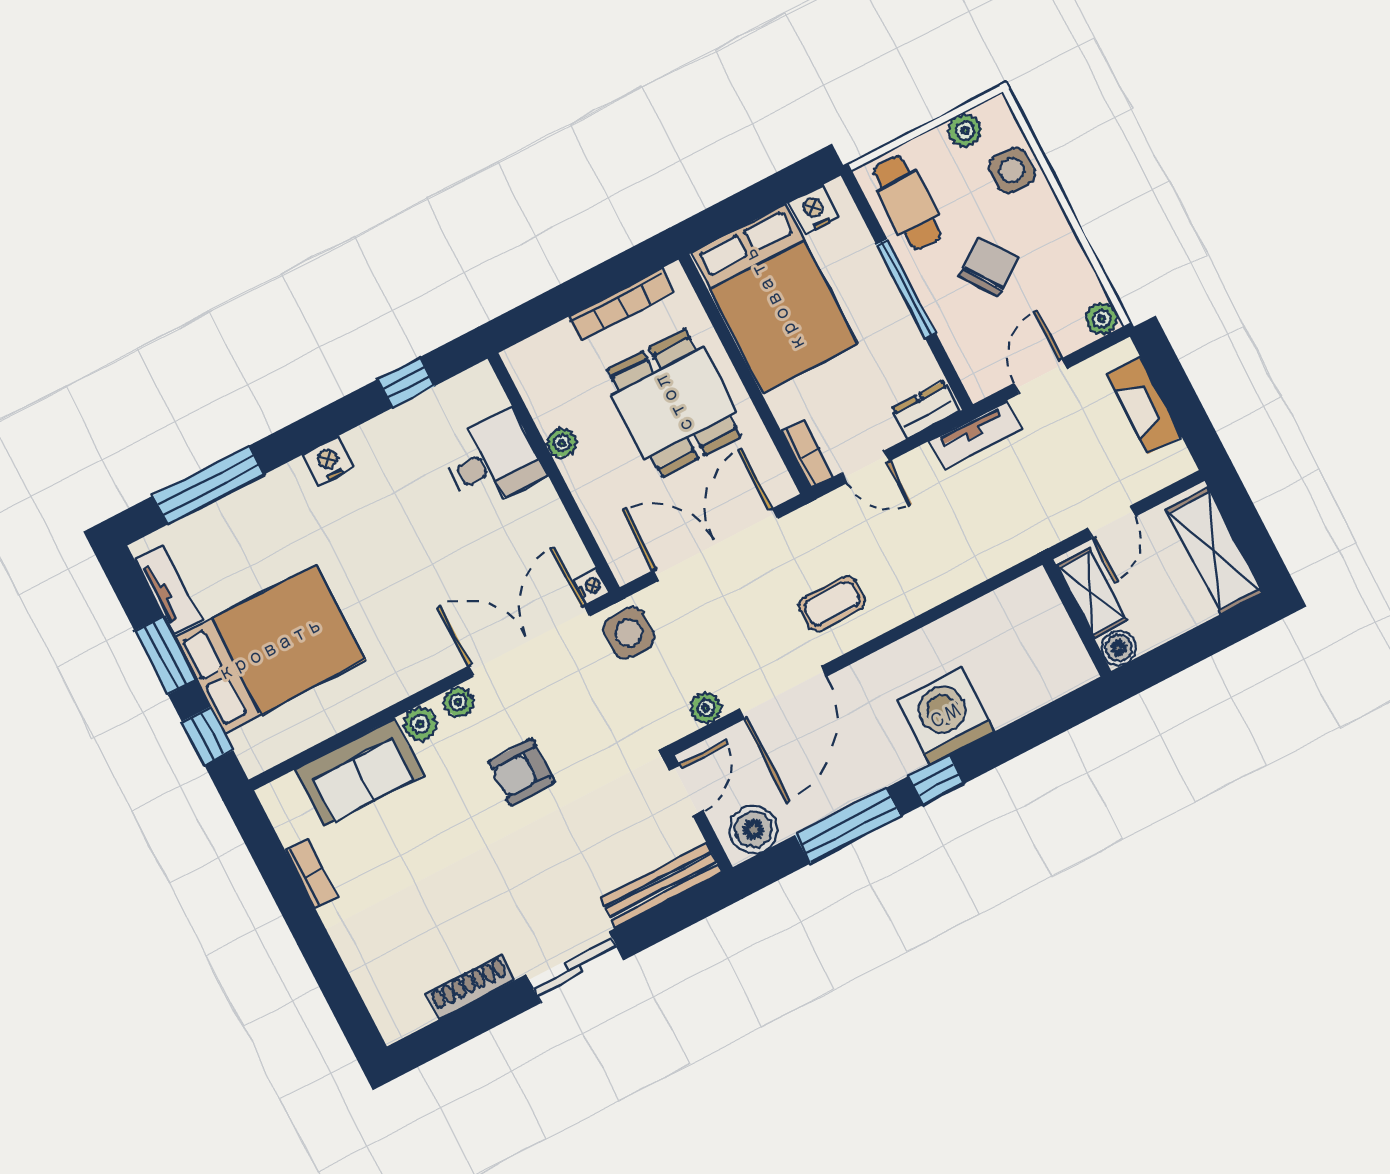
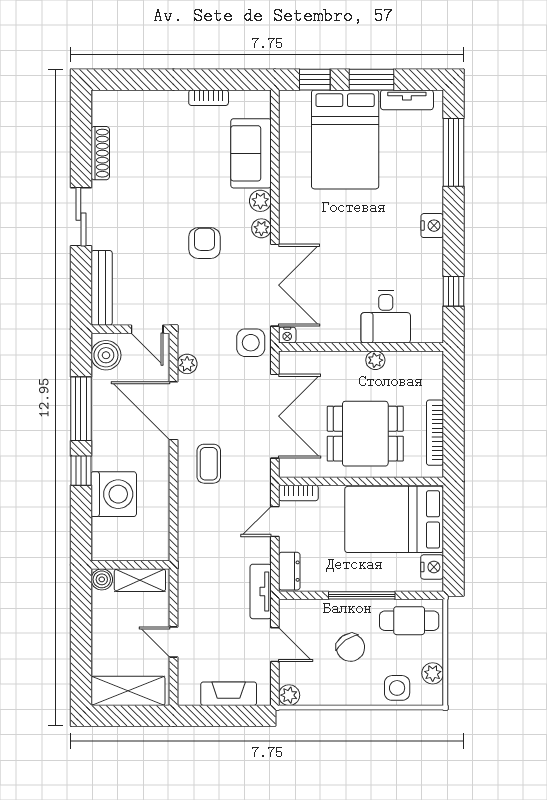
shelving: (1092, 593) -> (140, 580), moved
wall: (1077, 618) -> (130, 565), moved
boiler: (1118, 648) -> (102, 579), moved

